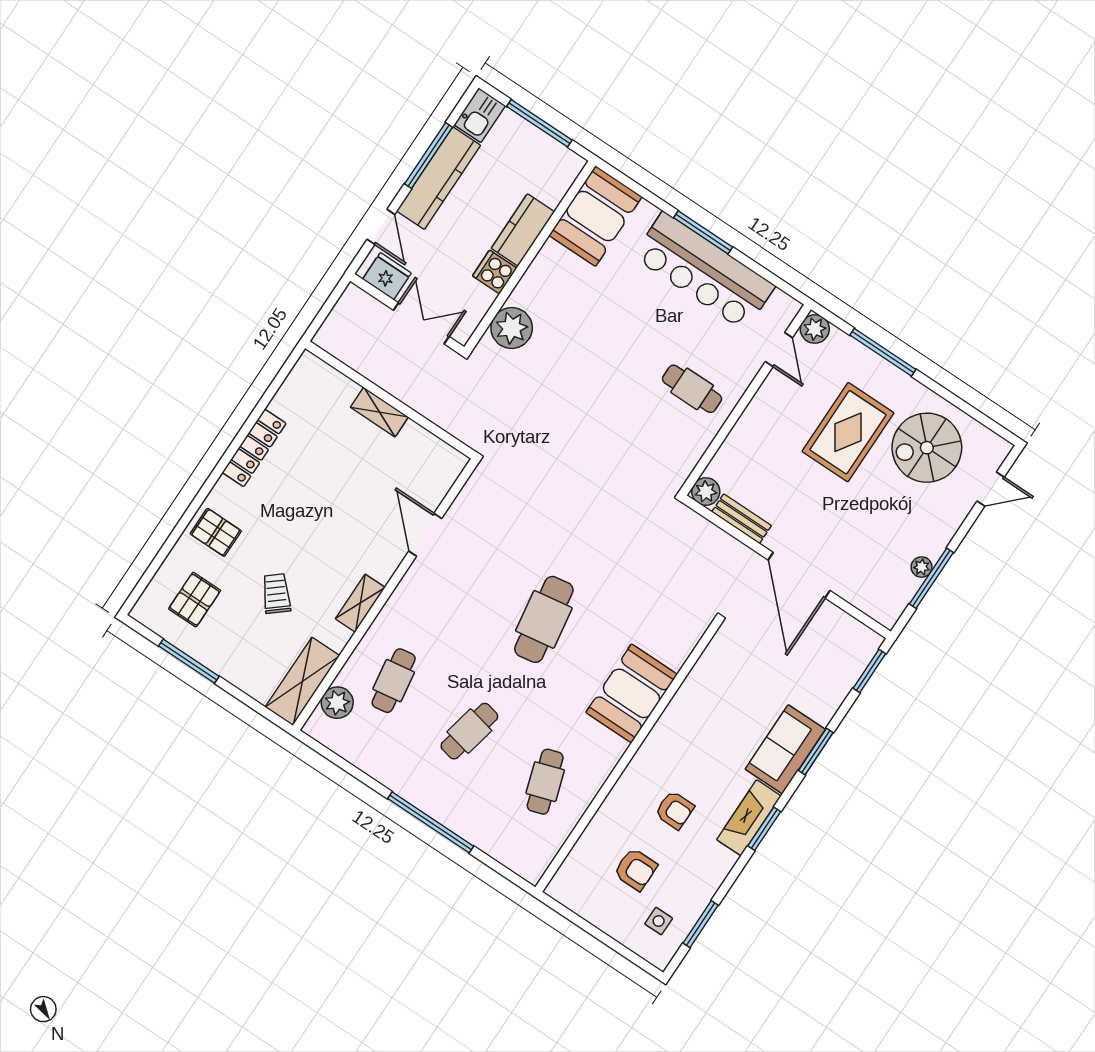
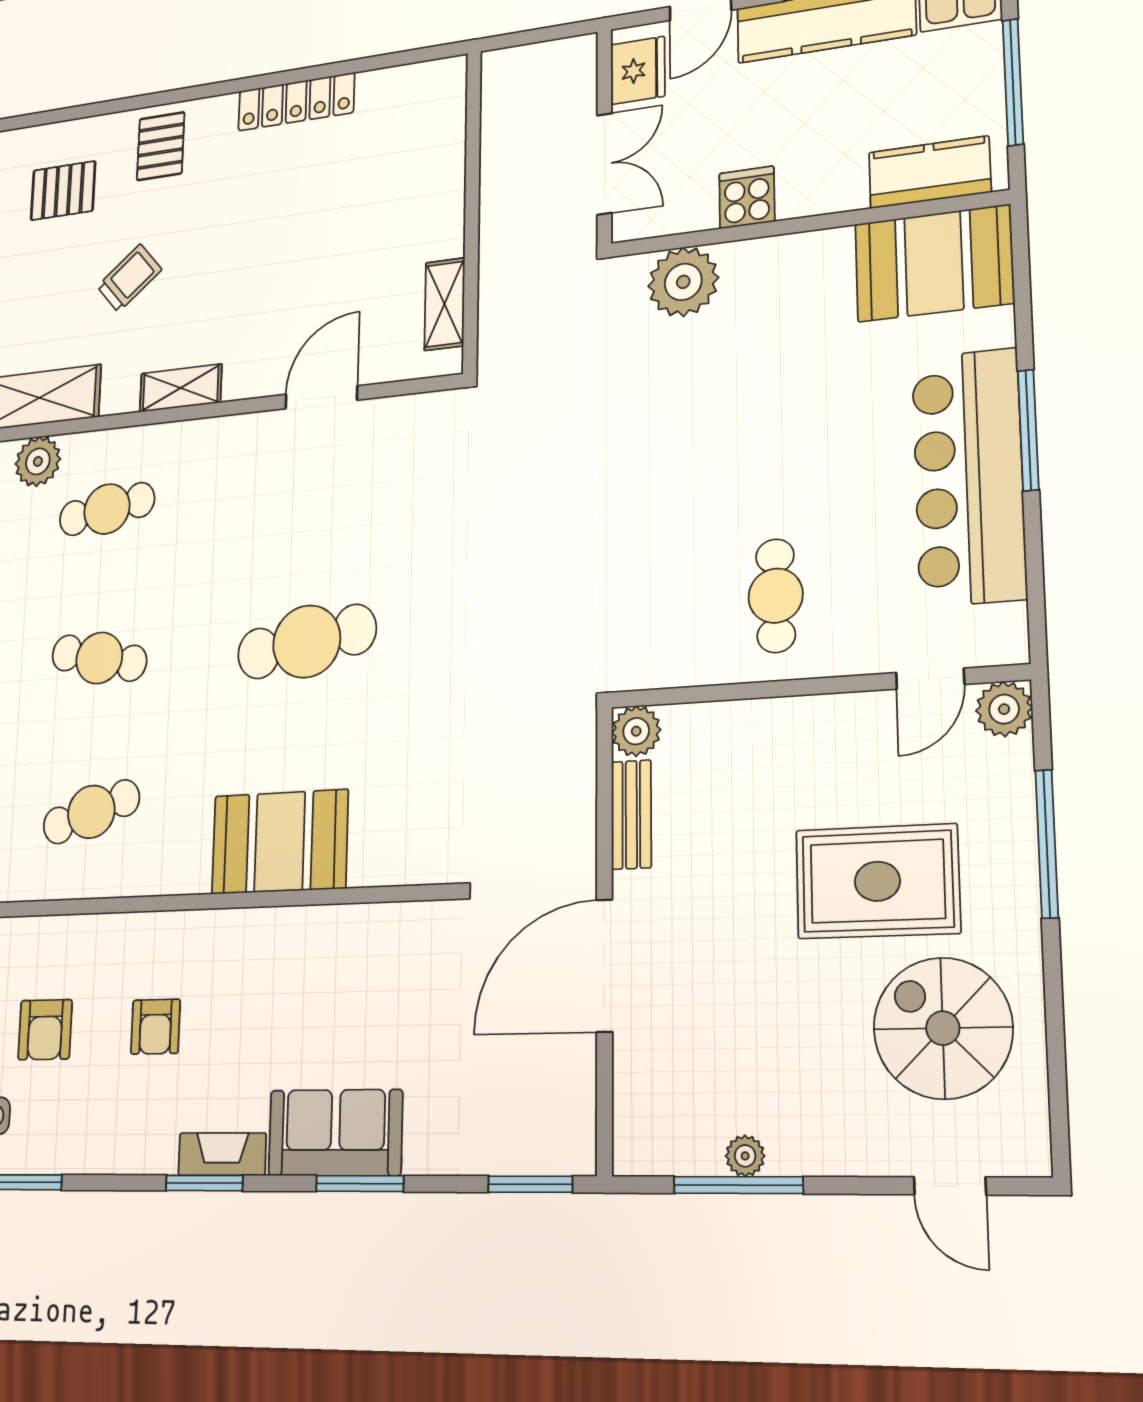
kitchen counter: (523, 230) -> (930, 172), moved
shelving: (379, 412) -> (445, 304), moved
fireplace: (749, 818) -> (222, 1154), width x0.73, depth x0.76

